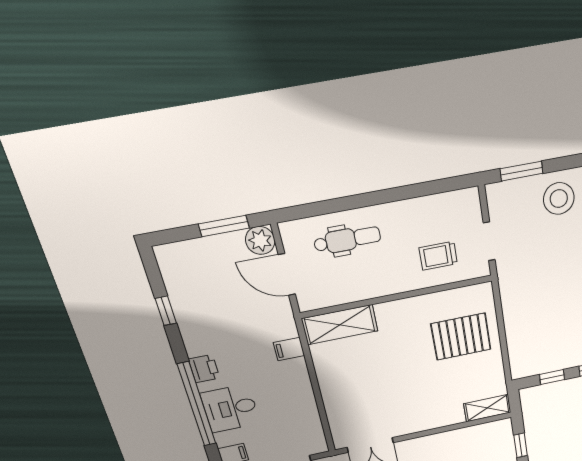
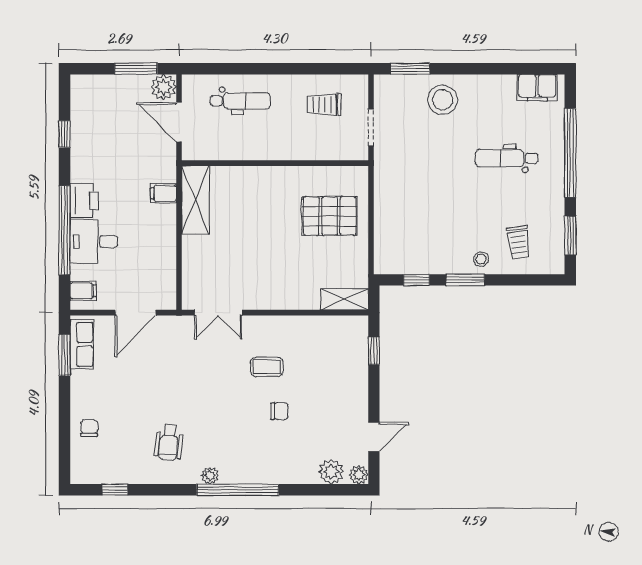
trolley: (438, 256) -> (324, 105), moved
shelving: (340, 325) -> (195, 200), moved, turned 90
printer: (204, 369) -> (84, 201), width x1.36, depth x1.24

